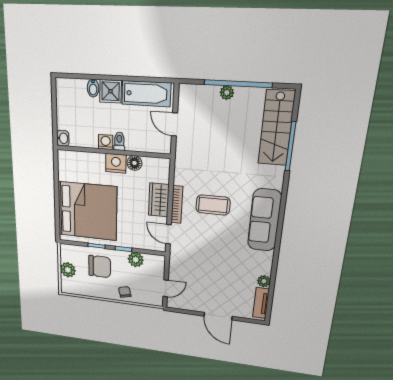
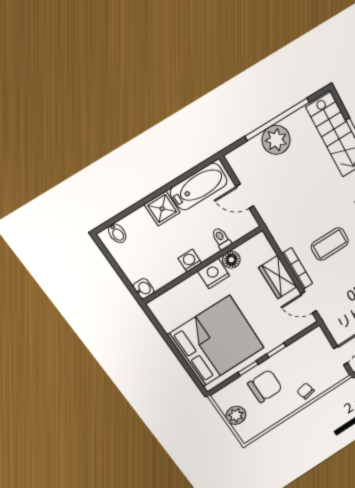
bidet: (93, 88) -> (117, 233), moved
plant: (227, 93) -> (276, 140), width x1.88, depth x1.88
toilet: (119, 141) -> (221, 238), moved
plant: (136, 260) -> (295, 351), removed

